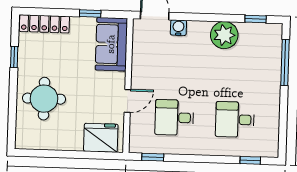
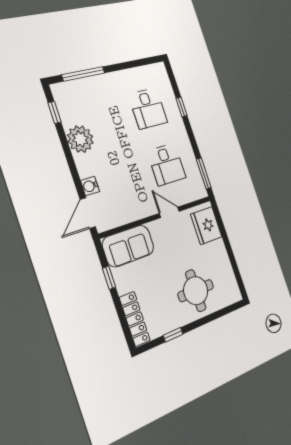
window: (153, 157) -> (204, 173), width x1.50
window: (250, 160) -> (182, 107), moved

